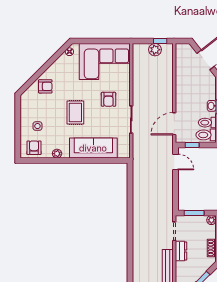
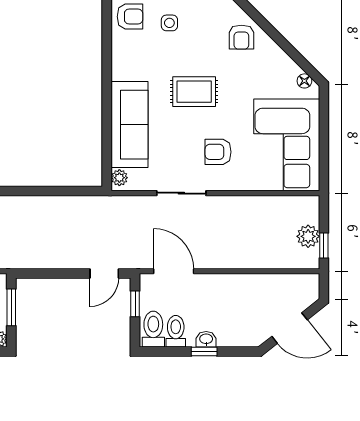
plant: (57, 154) -> (119, 178), moved

